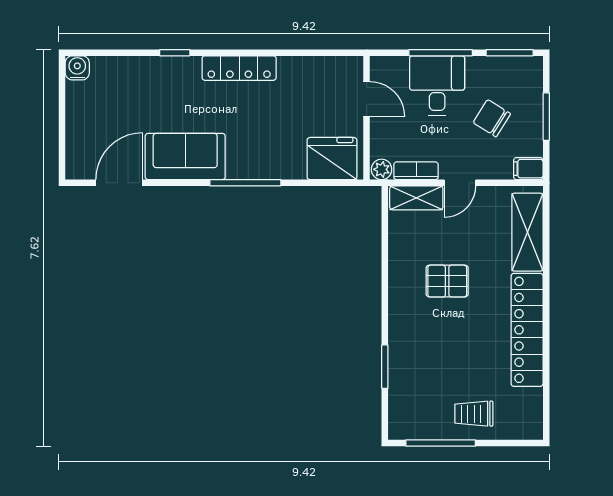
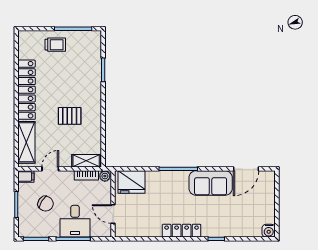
door: (460, 183) -> (50, 169), moved

